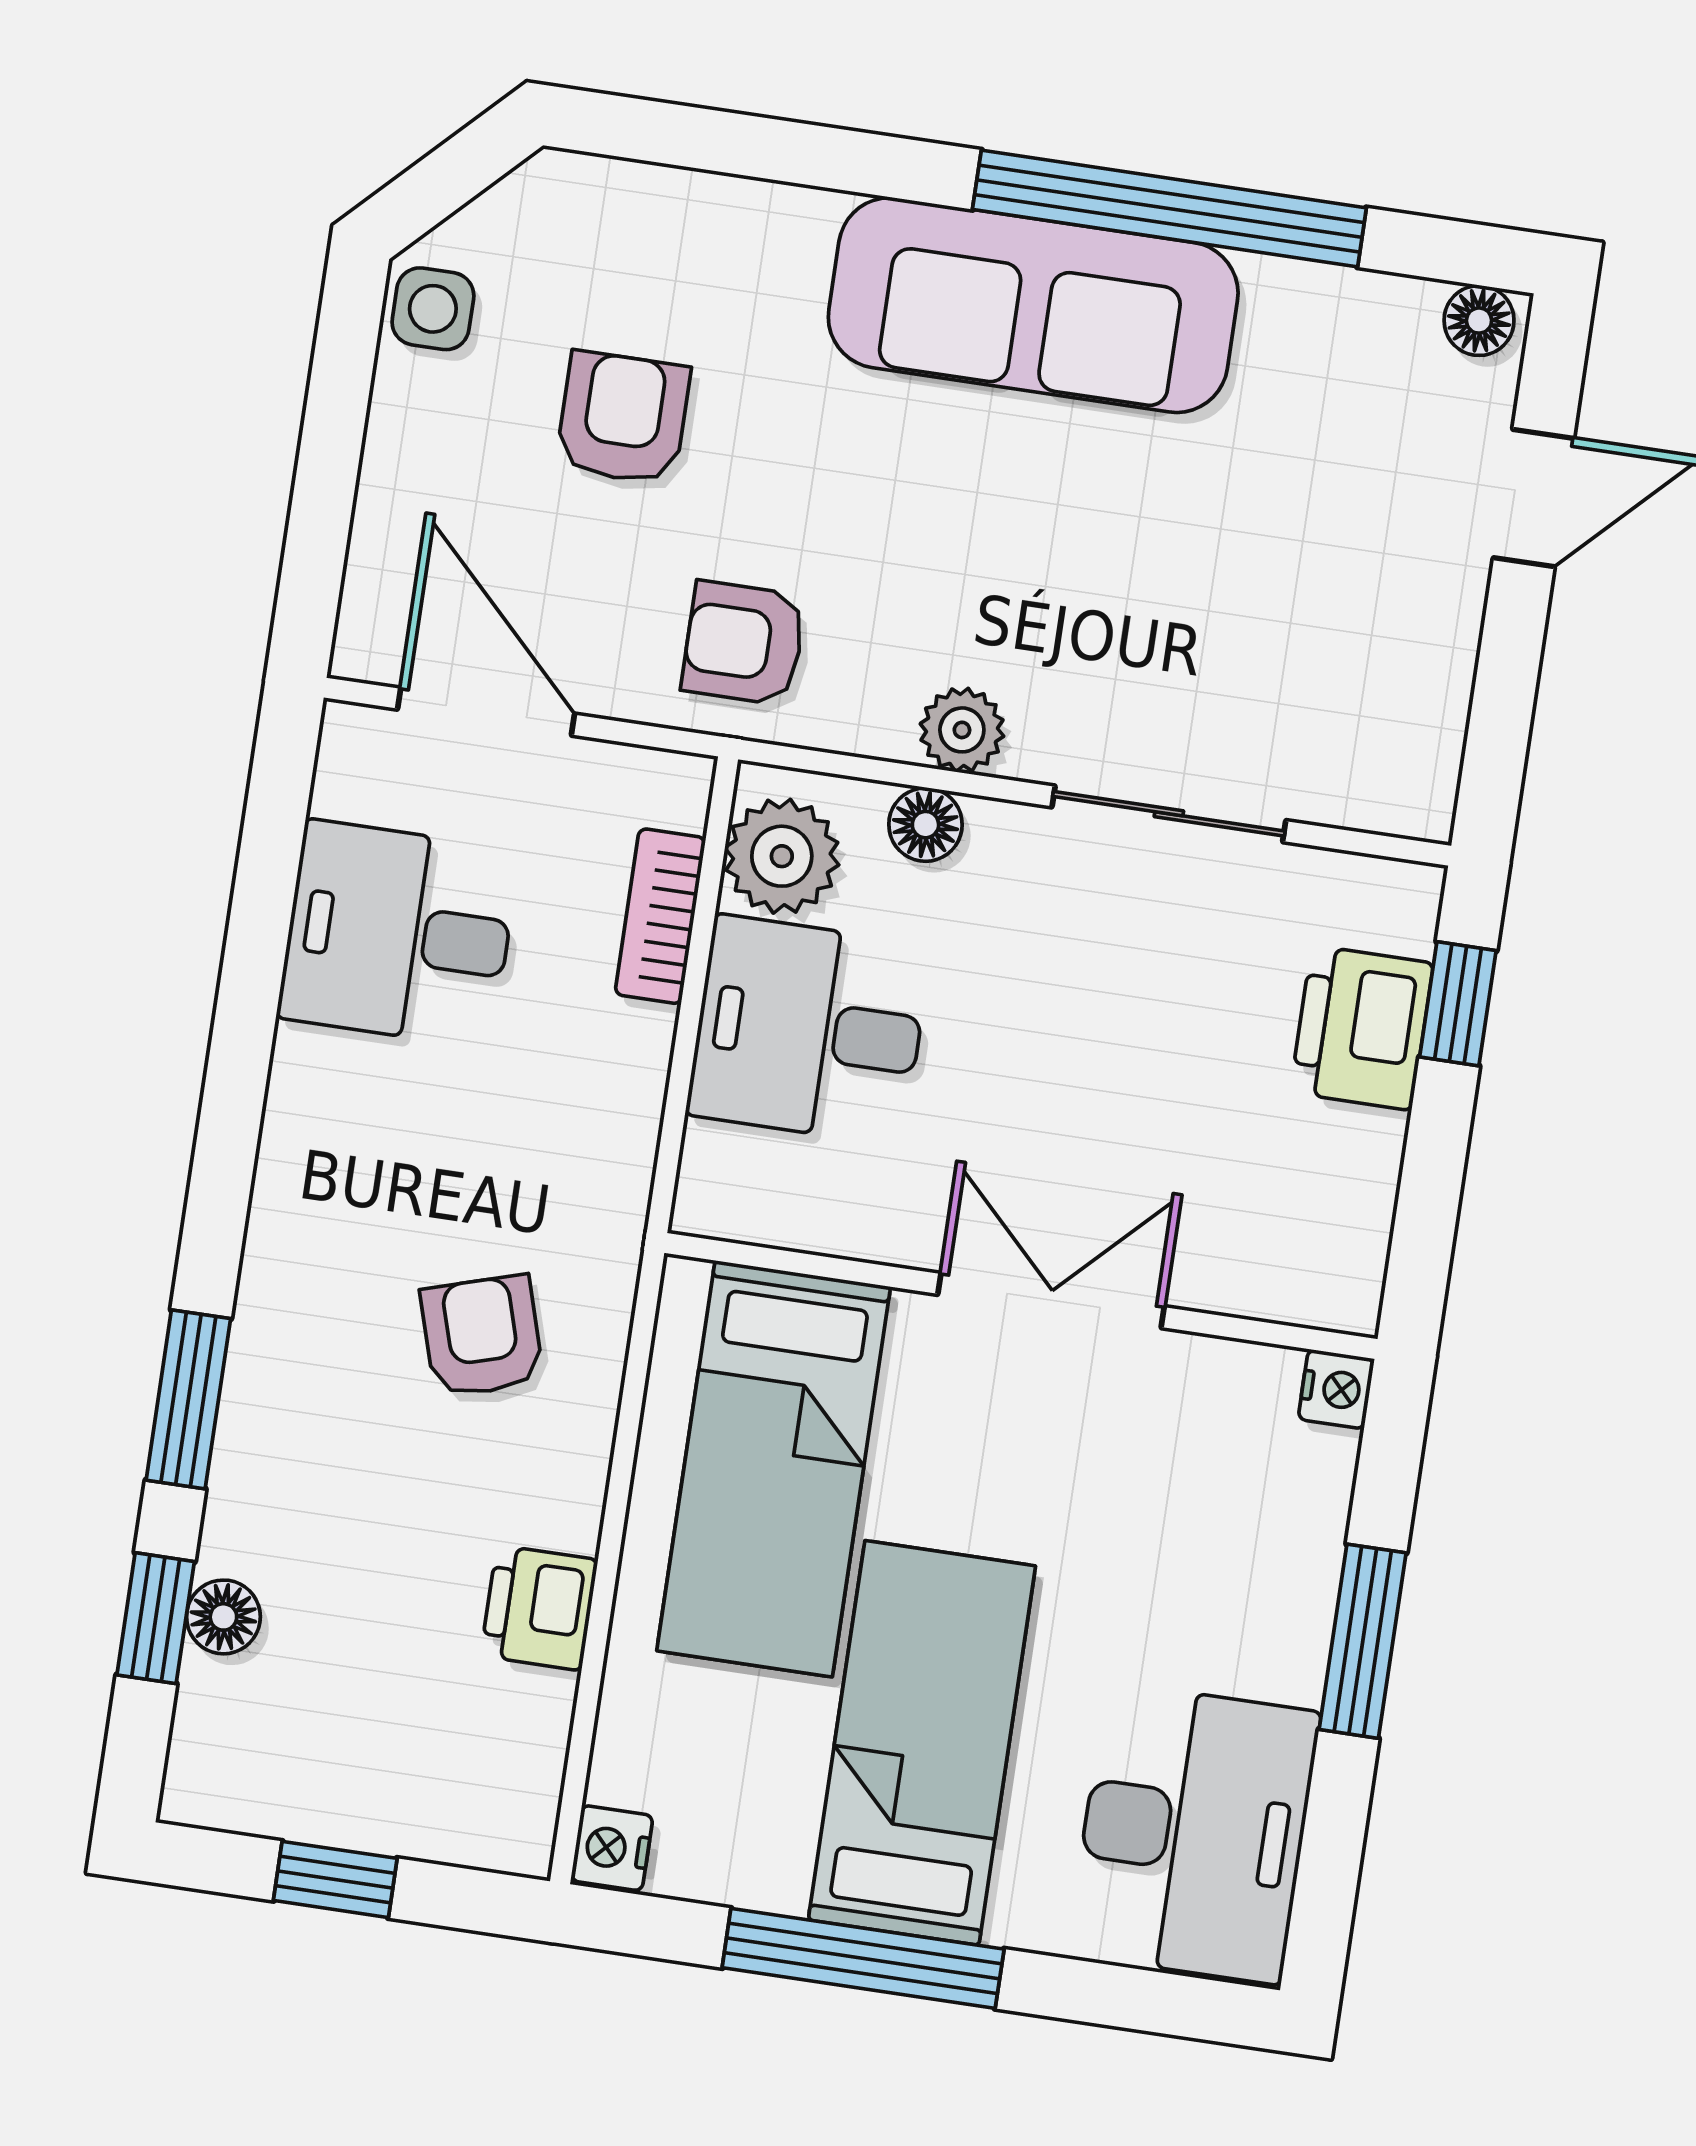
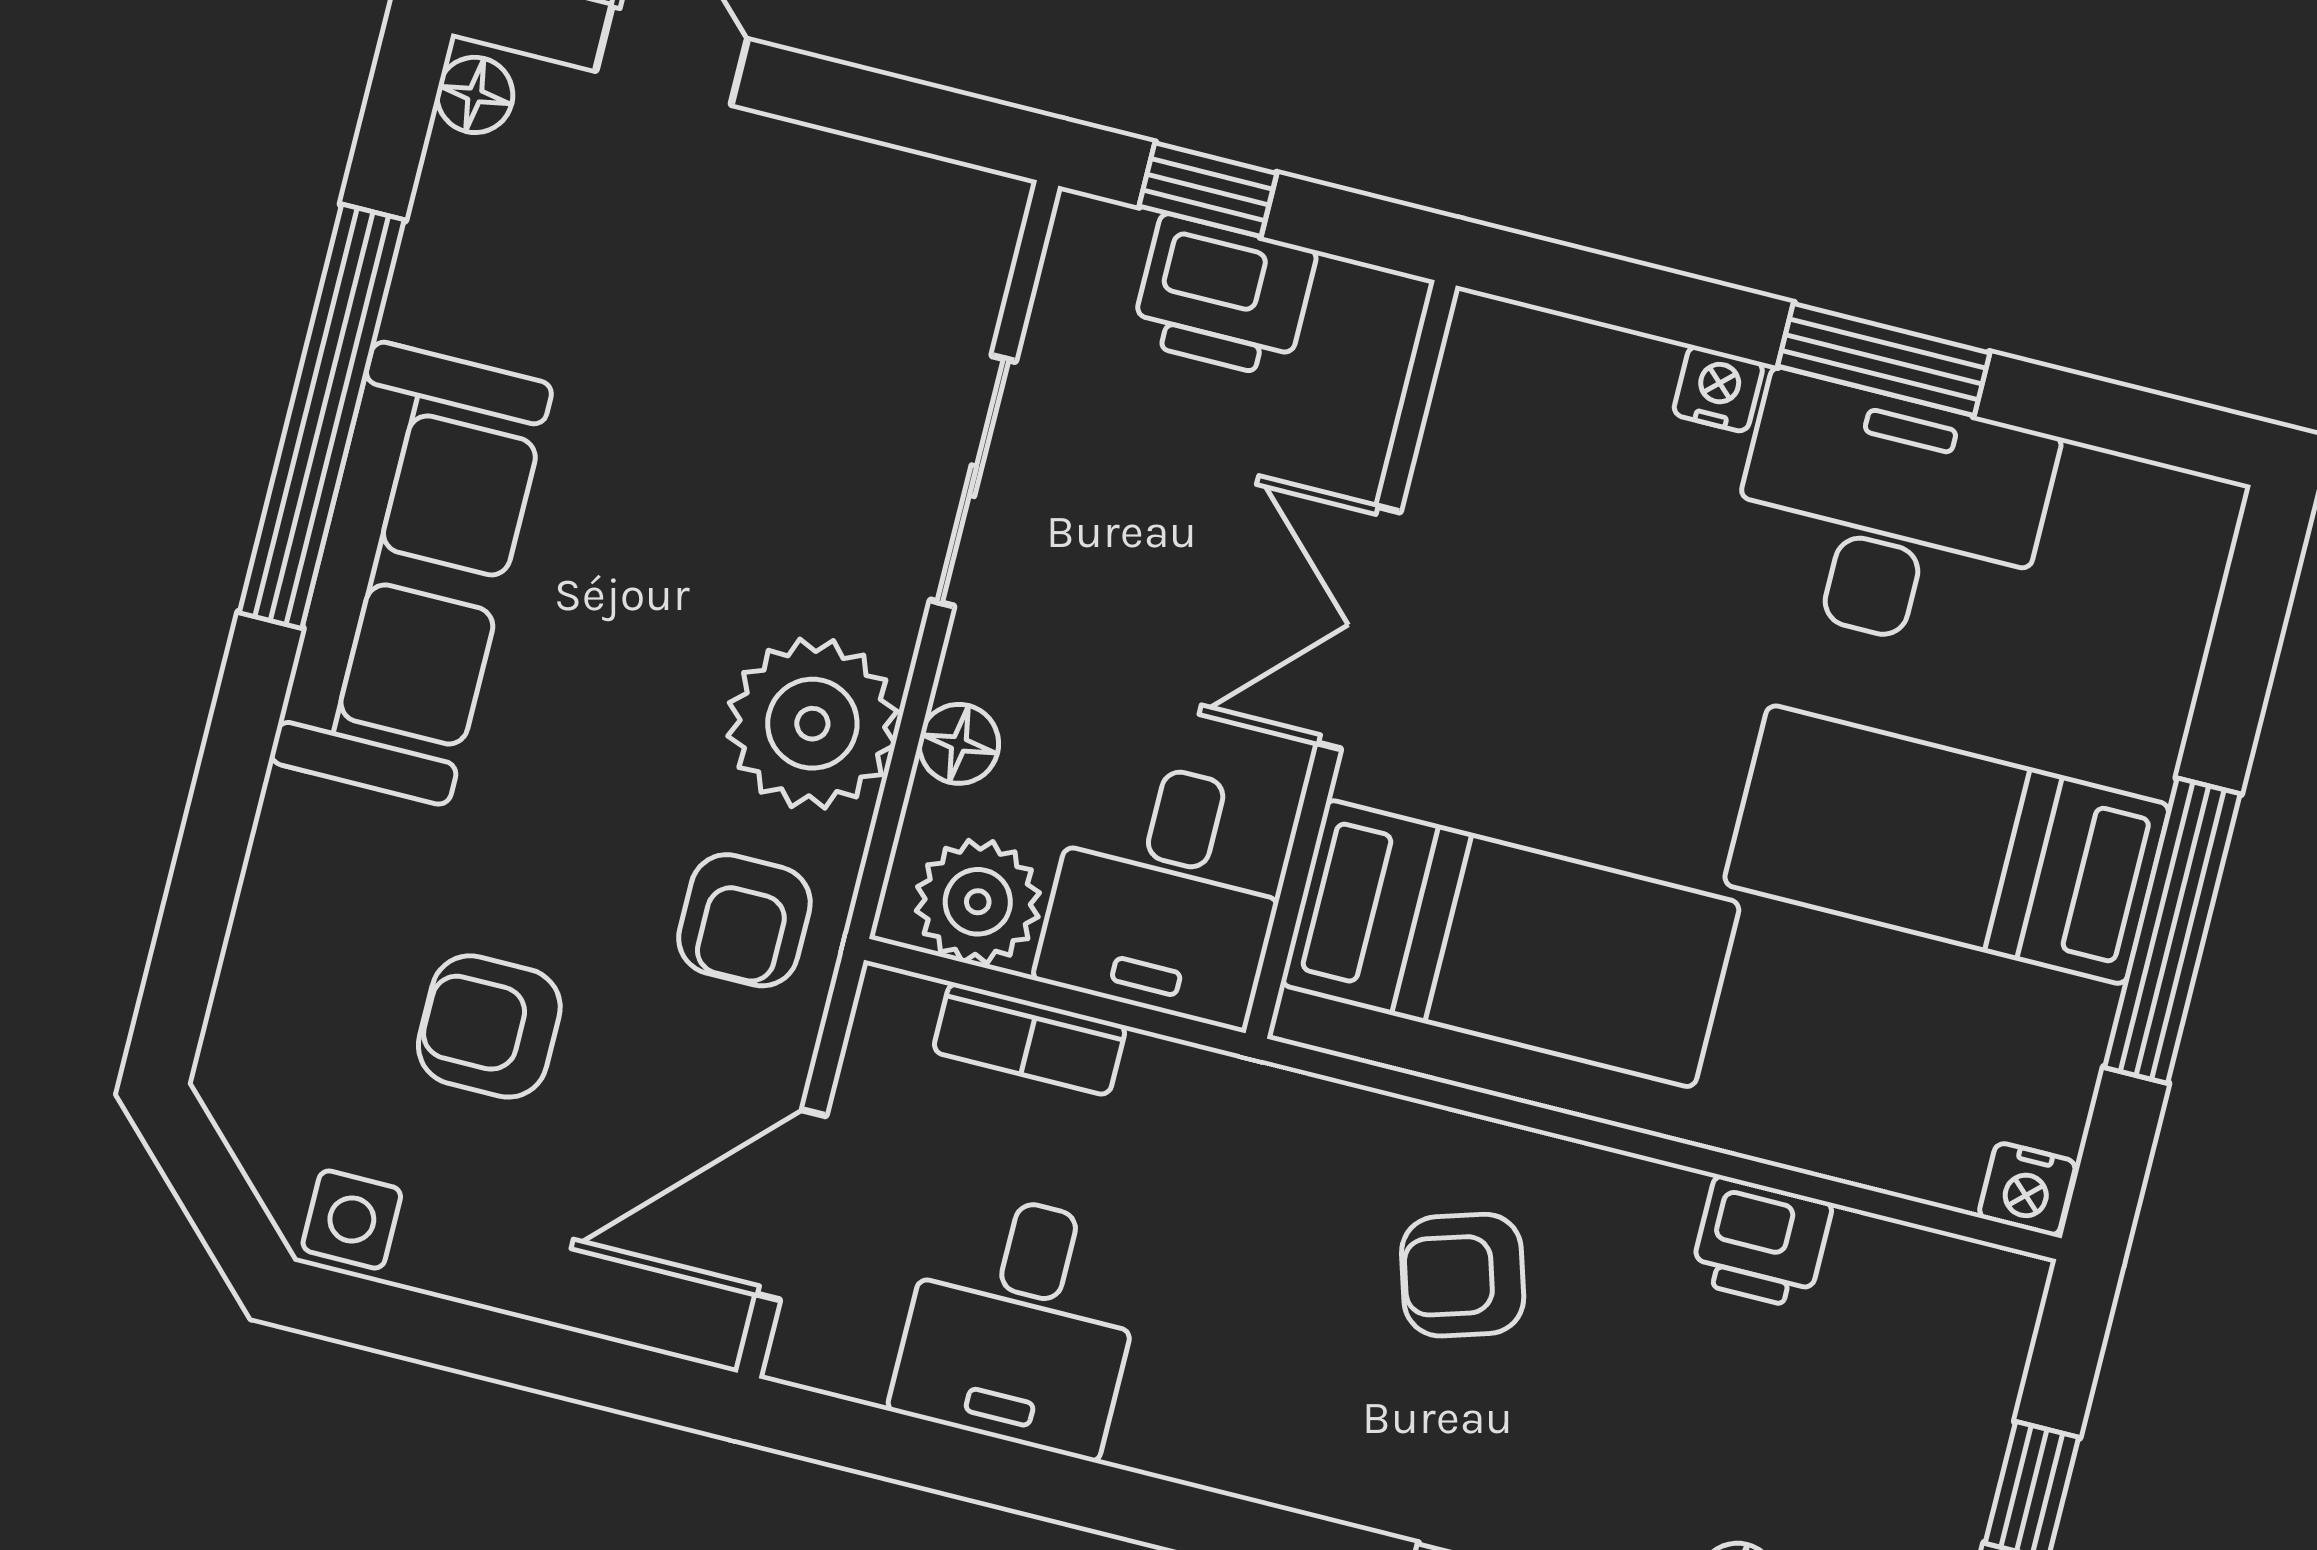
plant: (962, 730) -> (812, 724), width x1.88, depth x1.88
wall: (1021, 1296) -> (1351, 659), moved
double door: (1051, 1301) -> (1359, 627), moved
nightstand: (1336, 1389) -> (1718, 389), moved
bed: (774, 1469) -> (1511, 944), moved
desk: (1194, 1833) -> (1889, 515), moved

